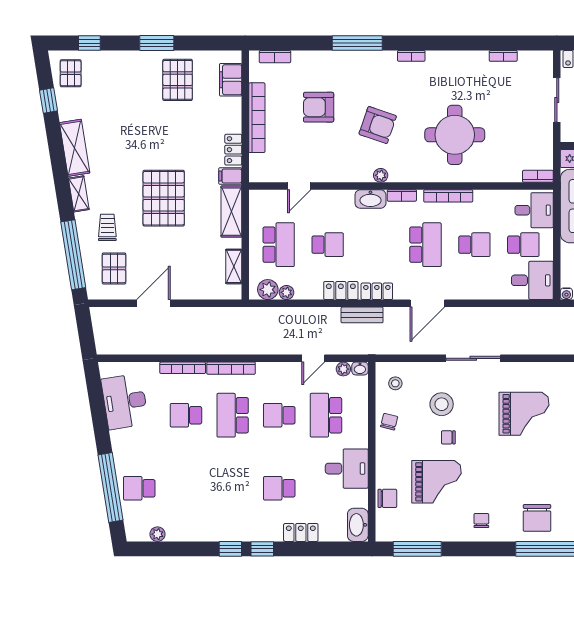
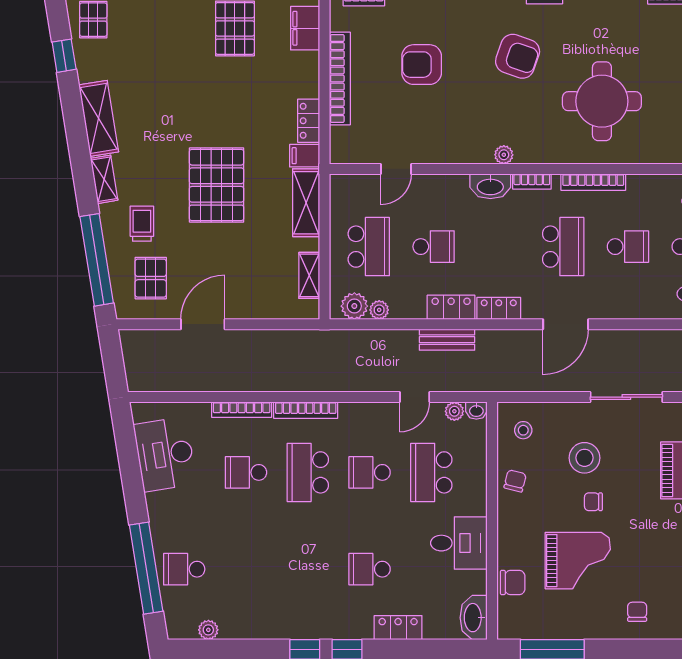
armchair: (378, 125) -> (518, 56), moved
bench: (362, 315) -> (447, 340), moved

